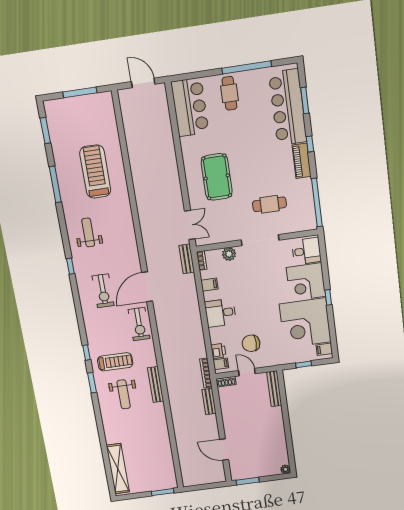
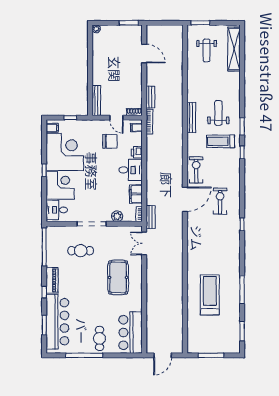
door: (143, 83) -> (163, 355), hinge flipped
treadmill: (95, 172) -> (210, 295), turned 180
weight bench: (88, 232) -> (207, 50), moved
filing cabinet: (209, 285) -> (136, 194), width x2.00
printer: (218, 351) -> (137, 152), moved

